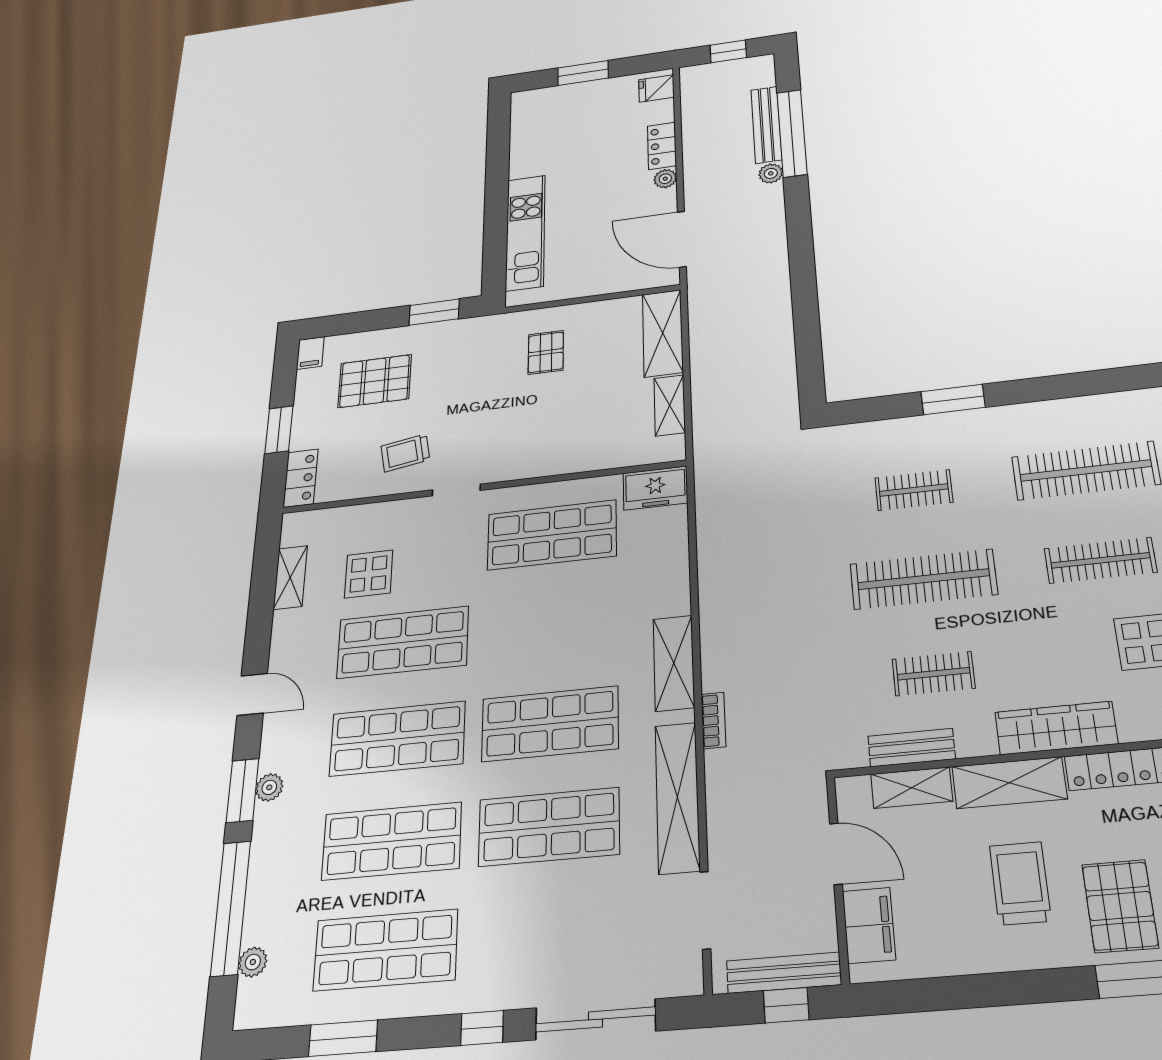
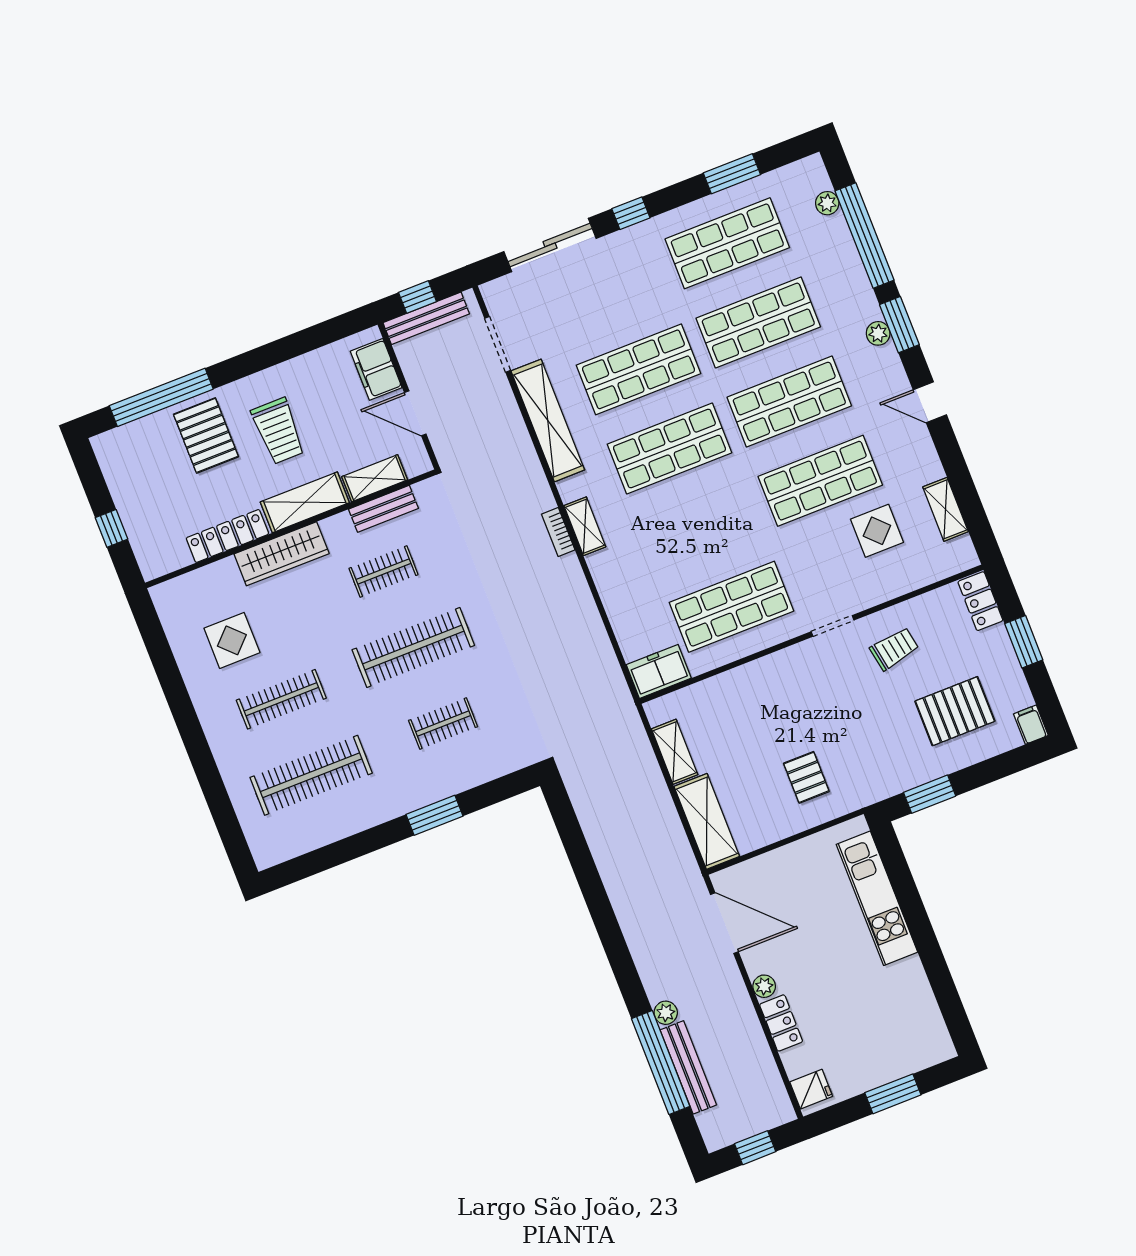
shelving: (674, 663) -> (585, 526), width x0.67, depth x0.75
bookcase: (713, 720) -> (558, 532), moved

